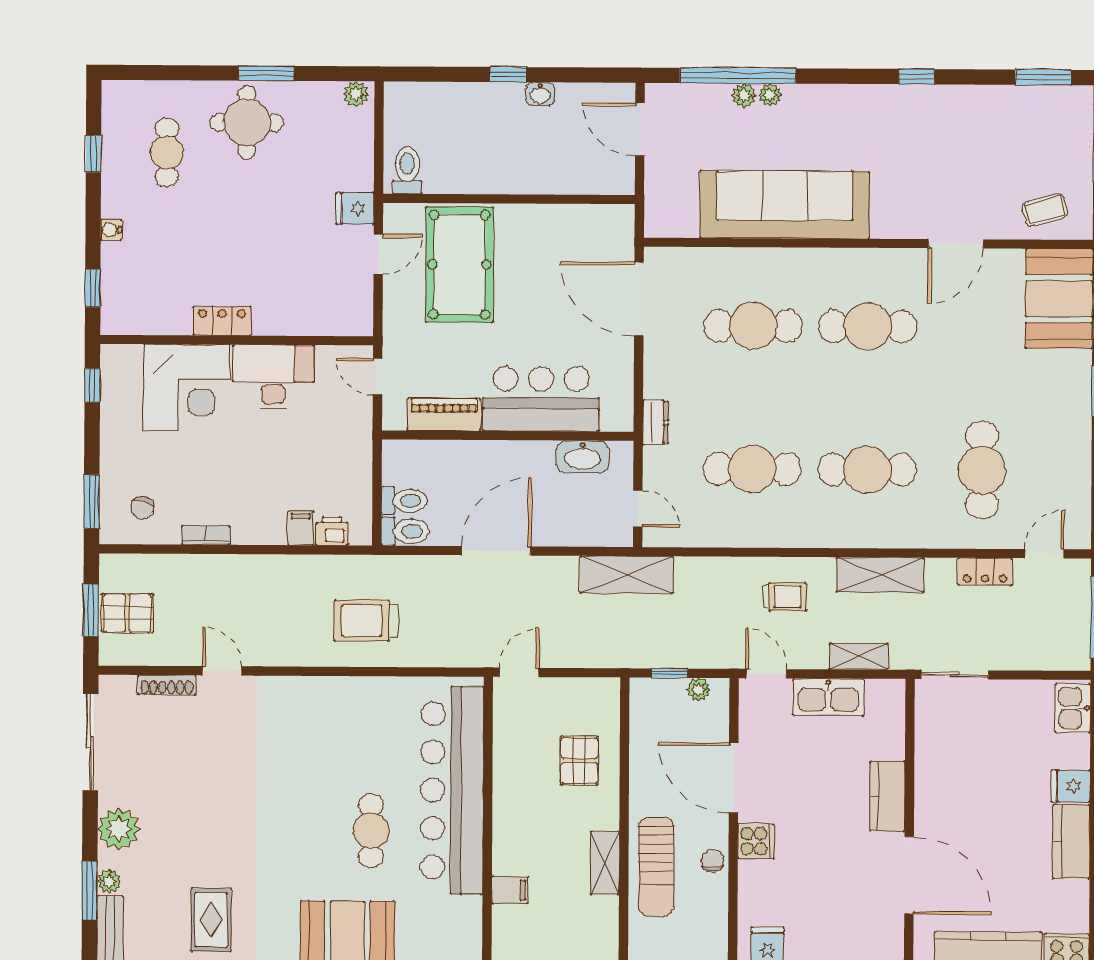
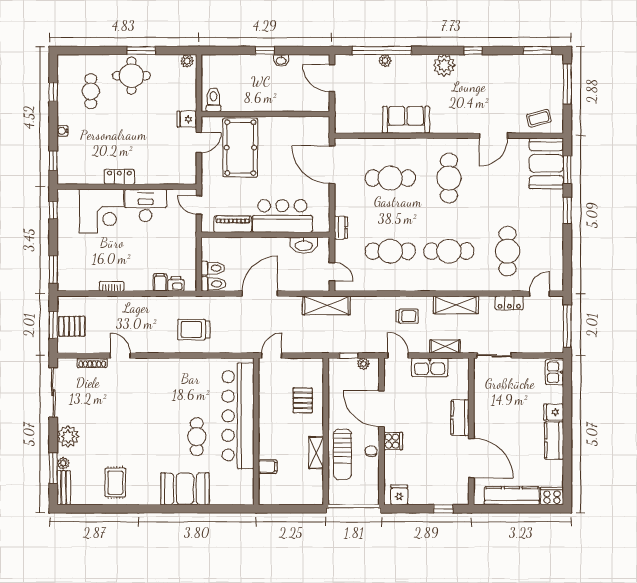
plant: (770, 95) -> (444, 65), moved, width x1.88, depth x1.88
sofa: (785, 205) -> (406, 120), width x0.54, depth x0.79
cafe table: (868, 326) -> (449, 178), turned 90
chair: (142, 508) -> (79, 273), removed

